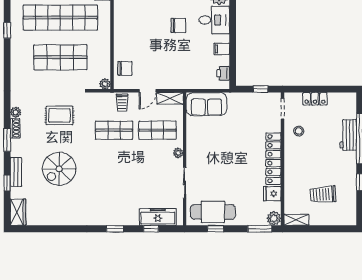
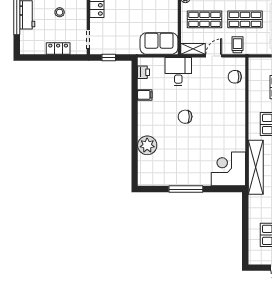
desk: (214, 20) -> (178, 71), moved, turned 90
plant: (105, 84) -> (253, 62), removed
stool: (299, 131) -> (60, 12), moved

